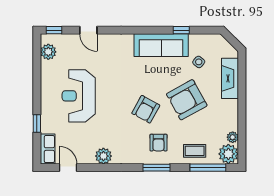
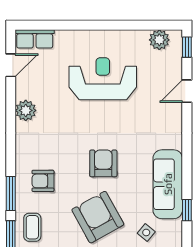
armchair: (146, 109) -> (103, 163), moved, turned 61
window: (37, 124) -> (67, 25), removed
window: (157, 168) -> (11, 193), moved

